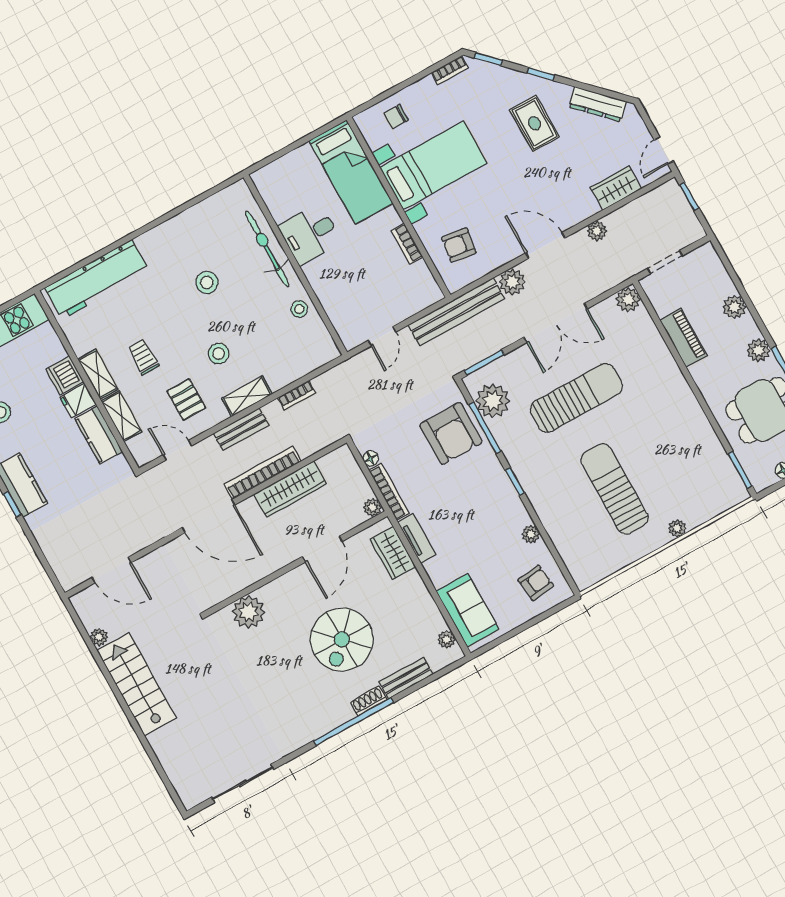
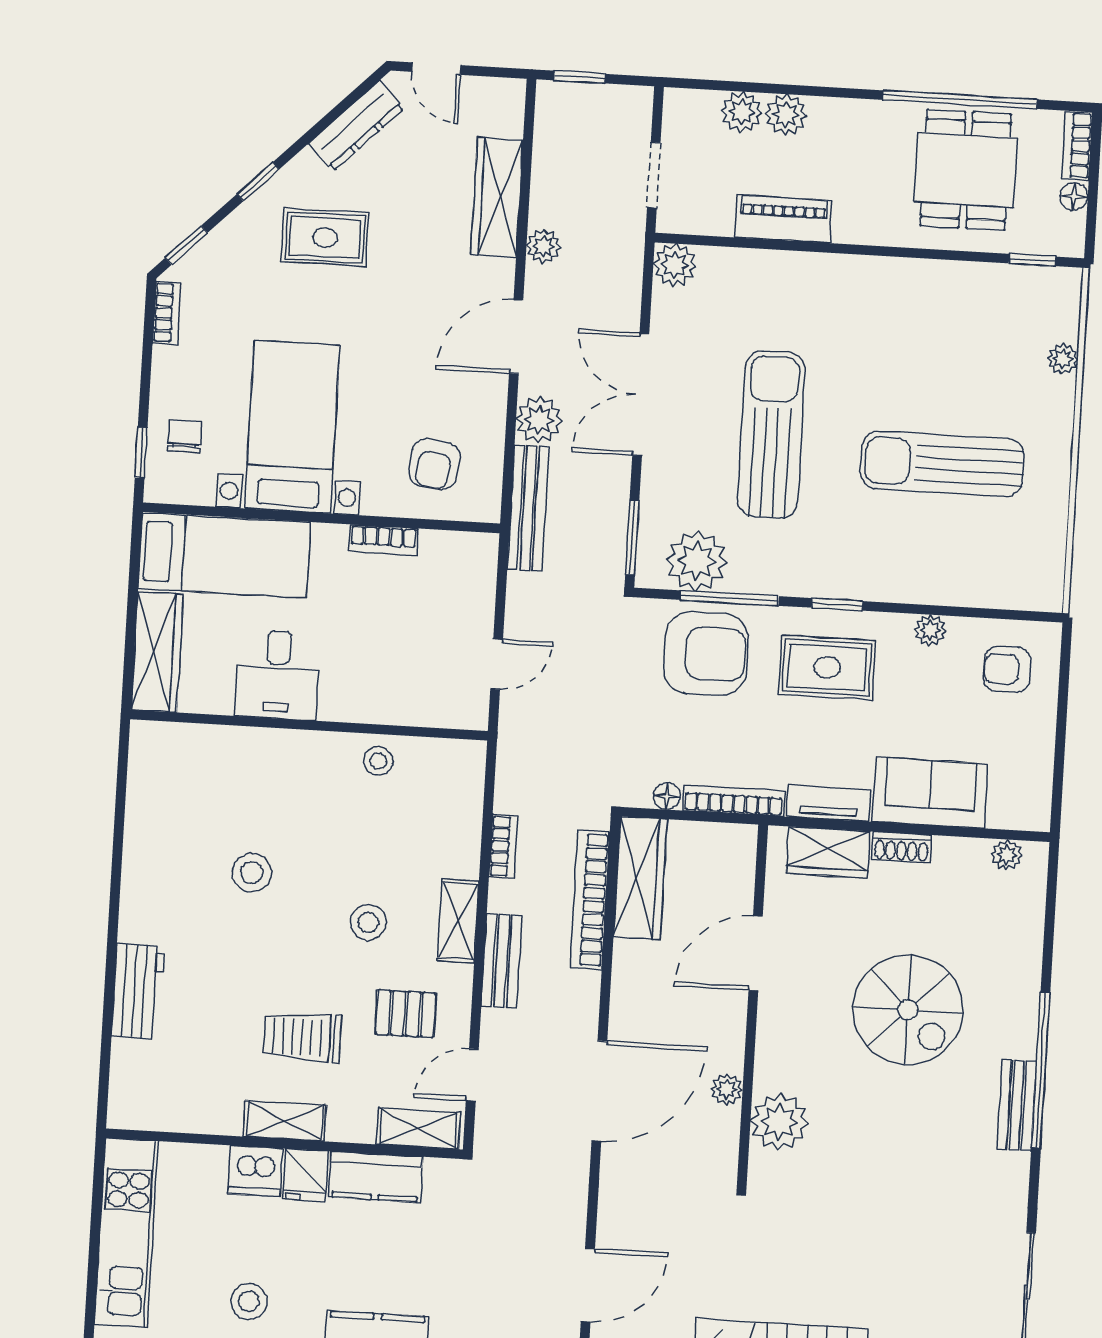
window: (375, 101) -> (141, 453), added
chair: (396, 117) -> (185, 436), turned 180
door: (664, 151) -> (436, 69), moved
wardrobe: (284, 169) -> (157, 652), added
wardrobe: (616, 188) -> (497, 197), width x1.50
bicycle: (267, 249) -> (259, 752), removed
workbench: (97, 279) -> (138, 991), width x0.53, depth x0.76
bench: (456, 312) -> (528, 508), width x0.73, depth x0.82
double door: (556, 323) -> (641, 394), swing flipped
door: (382, 336) -> (497, 664), hinge flipped
plant: (759, 350) -> (742, 112), moved
trolley: (143, 357) -> (302, 1037), width x1.36, depth x1.39
shelving: (122, 416) -> (418, 1128), moved
window: (740, 470) -> (1032, 260), width x0.67
bookcase: (262, 473) -> (590, 900), moved
wardrobe: (290, 489) -> (640, 878), moved
rug: (482, 496) -> (827, 667), added
plant: (373, 508) -> (727, 1089), moved
plant: (677, 528) -> (1063, 359), moved
door: (322, 549) -> (756, 953), swing flipped
armchair: (536, 583) -> (1007, 669), turned -83
sofa: (468, 610) -> (930, 793), moved
bench: (406, 678) -> (1017, 1105), moved
shoe rack: (368, 701) -> (902, 847), moved, turned -90

